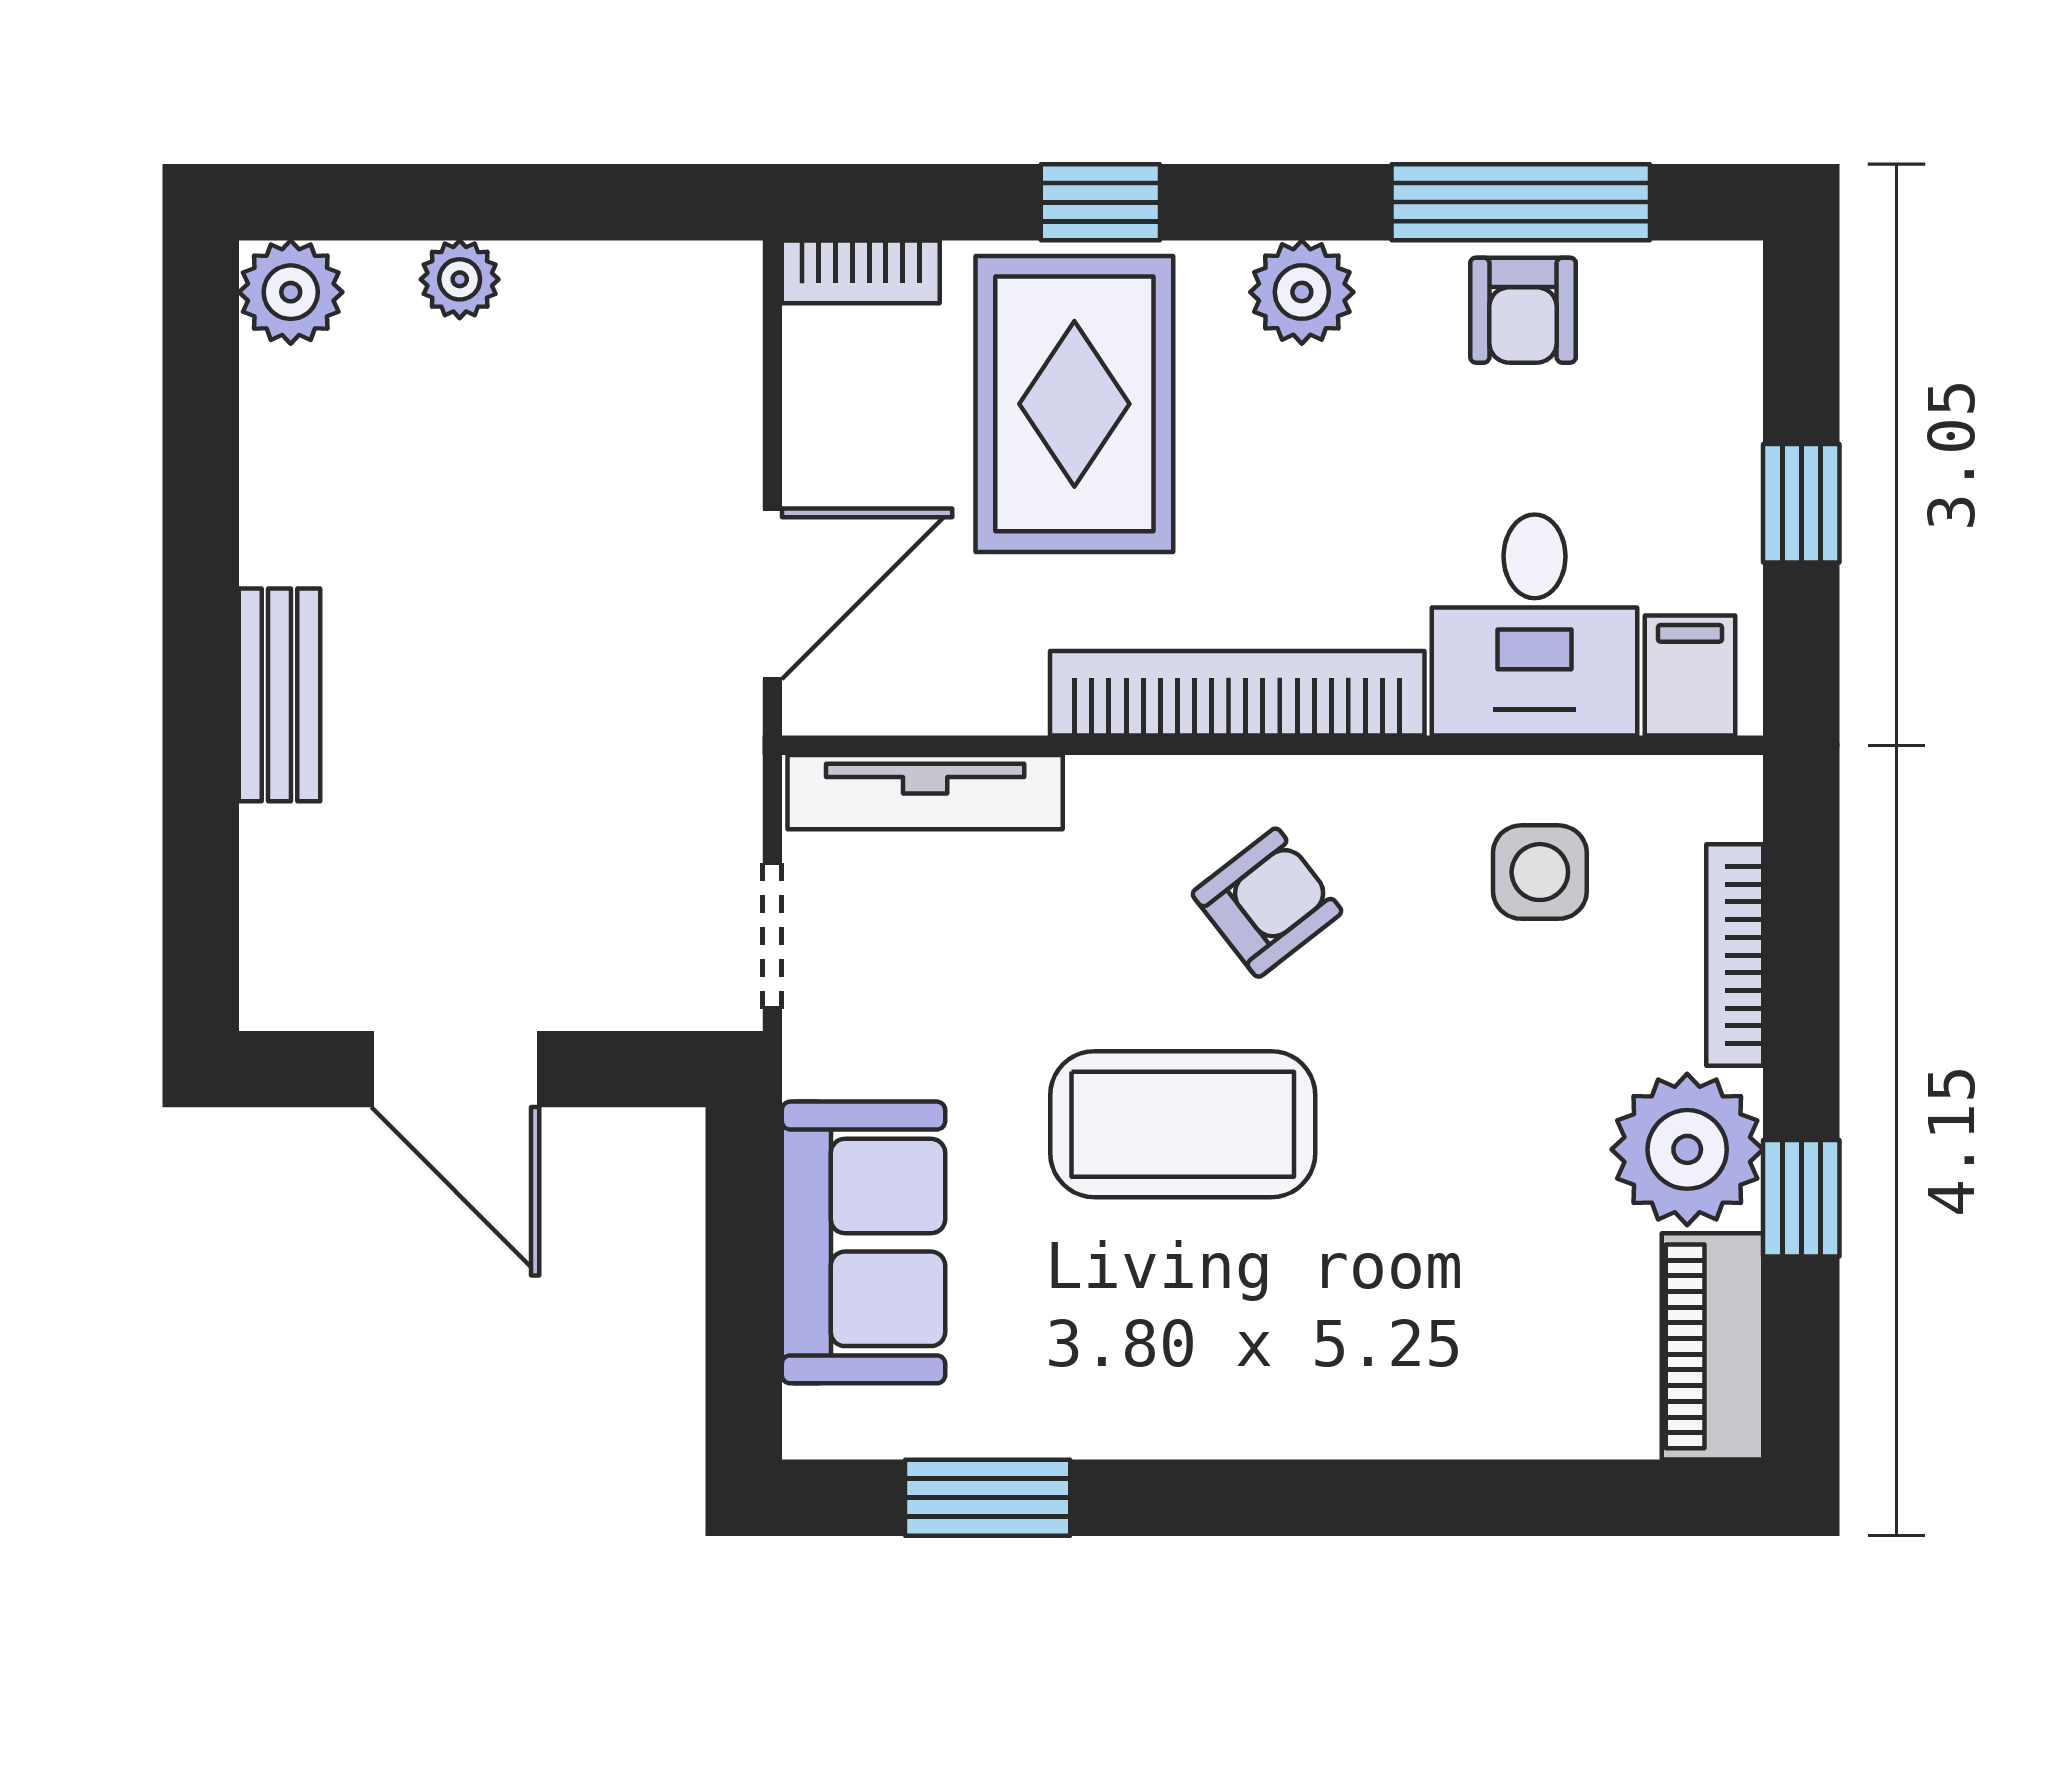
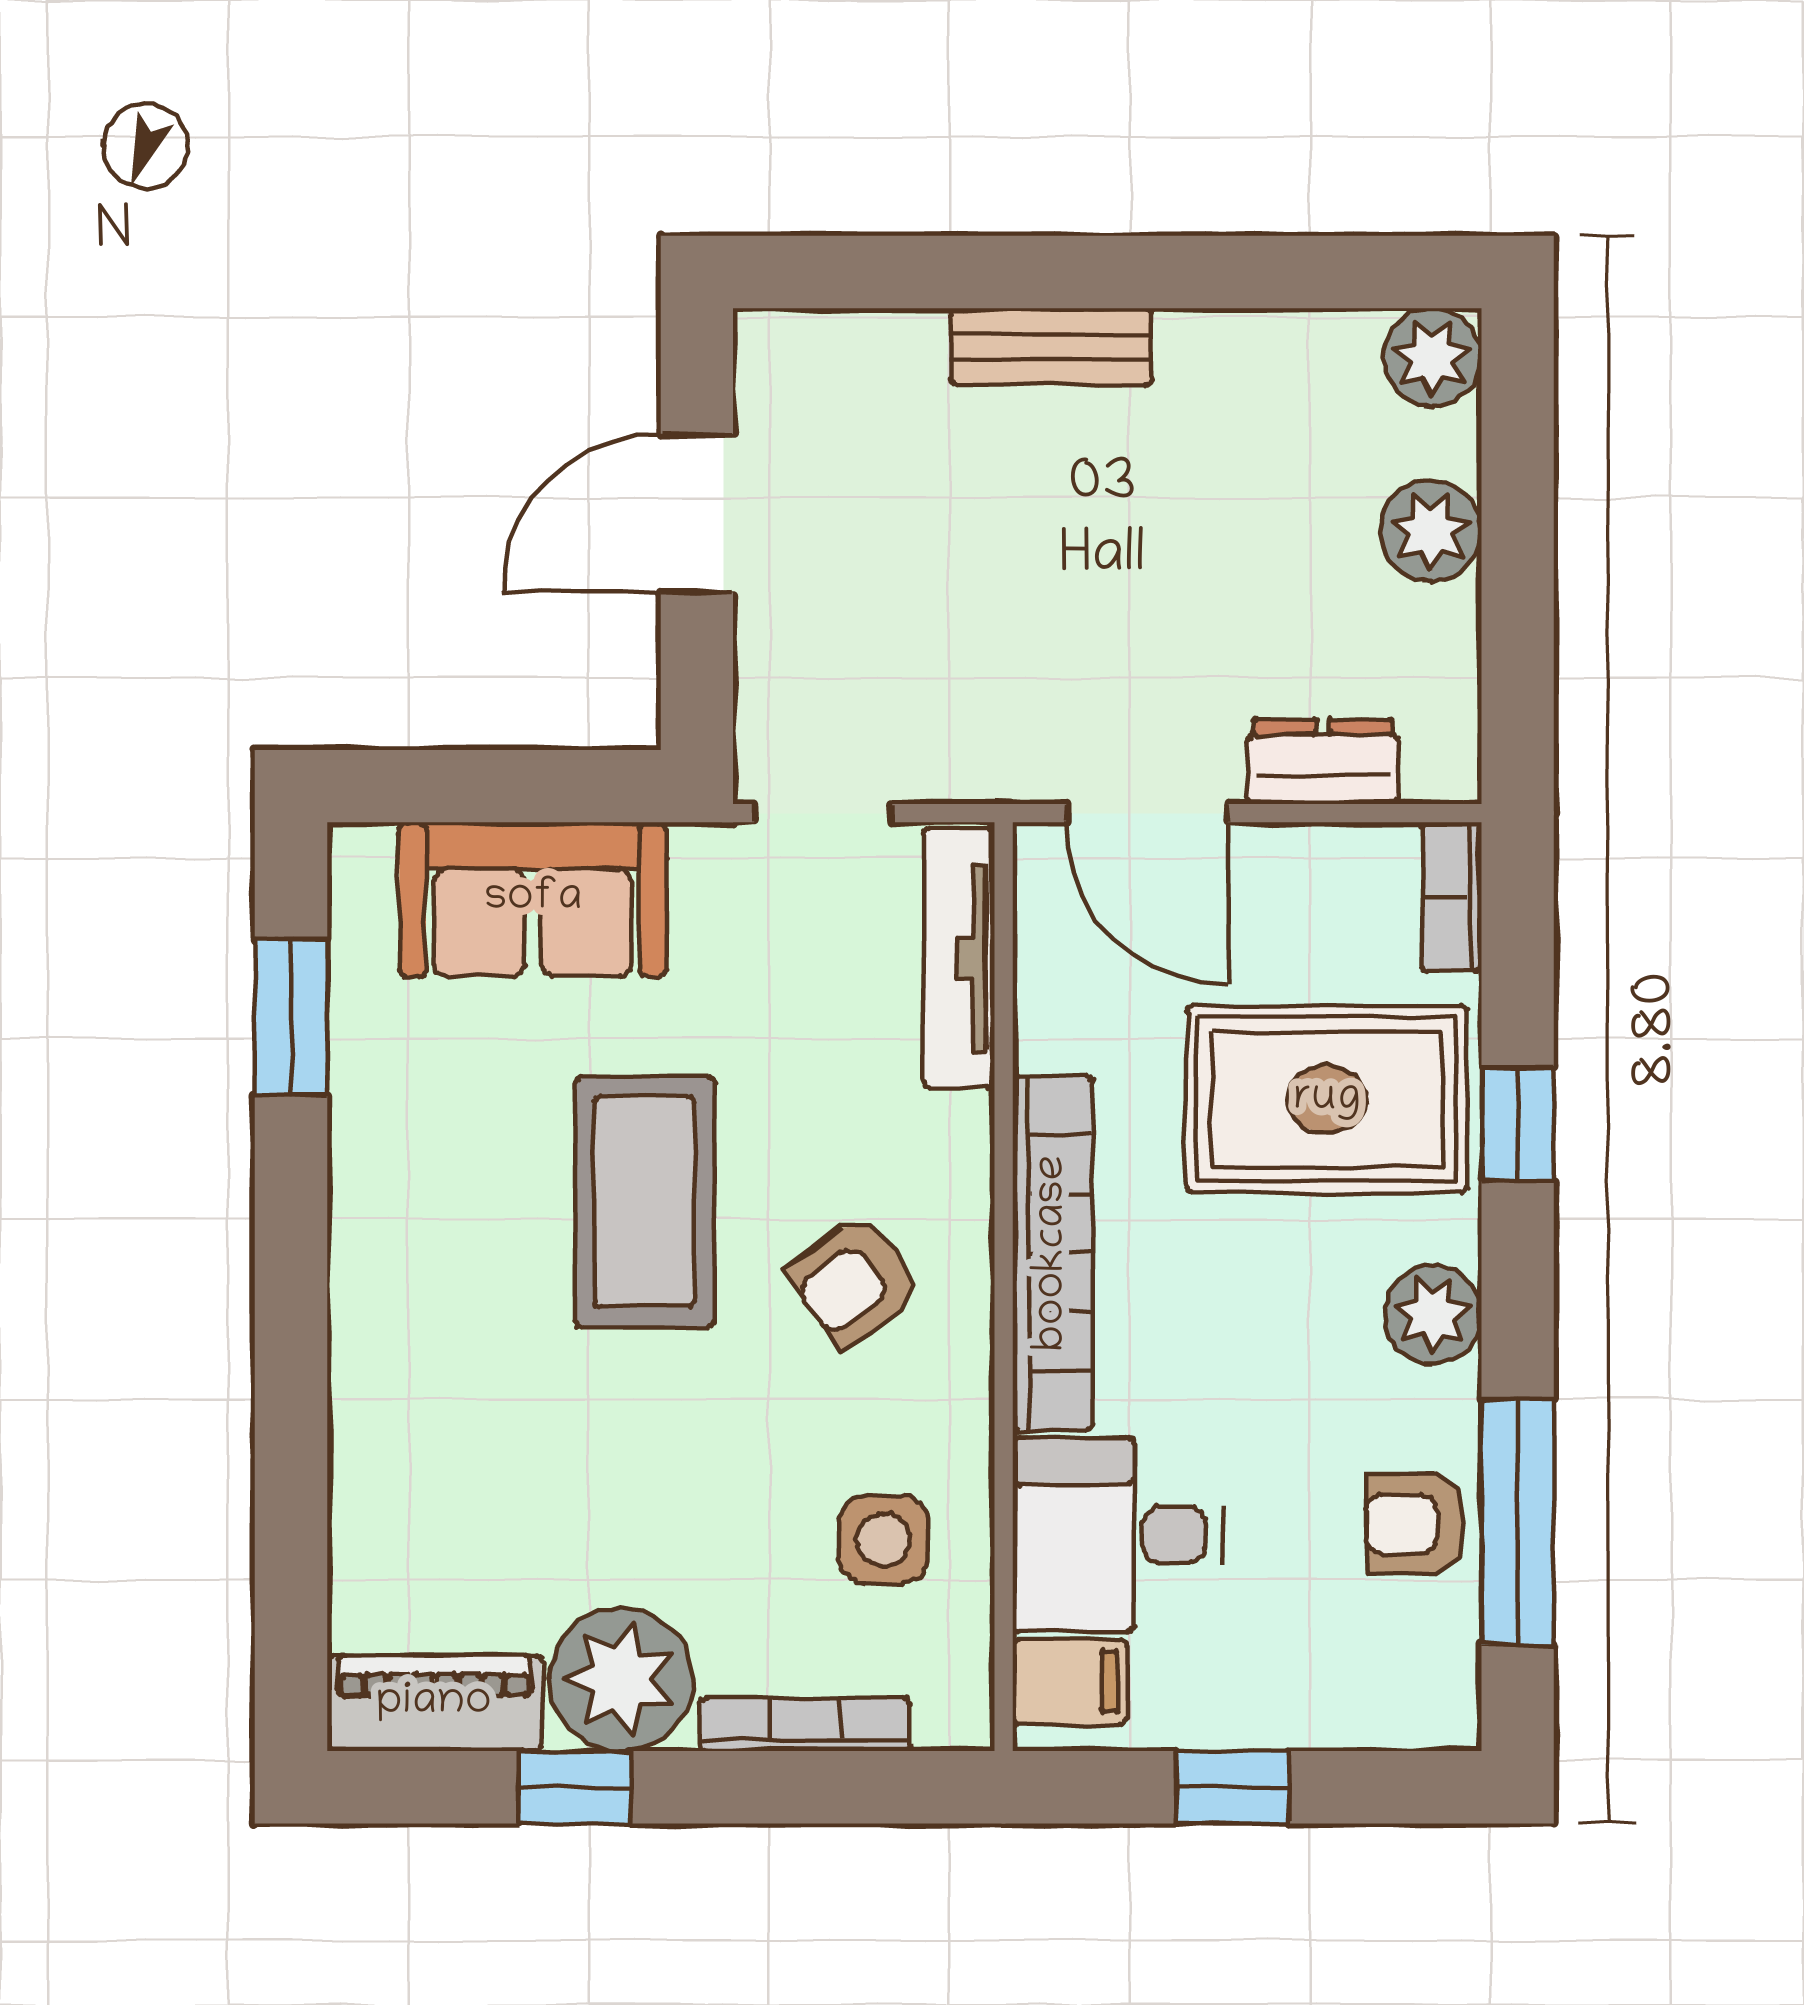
plant: (460, 279) -> (1431, 531), width x1.38, depth x1.38
dresser: (718, 408) -> (1323, 762), added
armchair: (1267, 903) -> (855, 1281), turned 93

